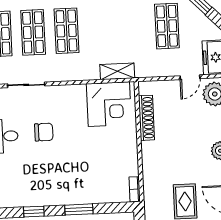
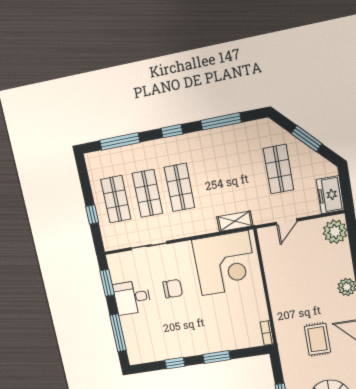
door: (190, 77) -> (287, 222), moved
corner desk: (109, 104) -> (225, 263), width x1.36, depth x1.36
shoe rack: (147, 118) -> (270, 263), removed

